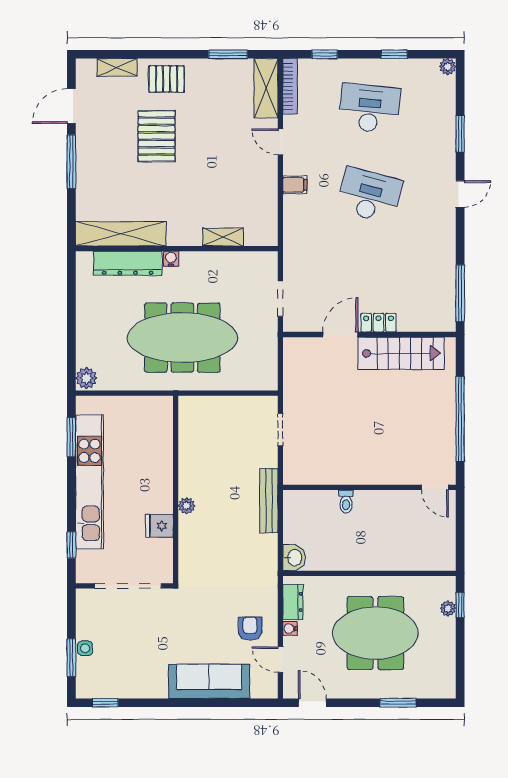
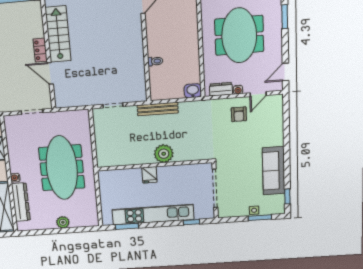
plant: (86, 378) -> (63, 222), moved
plant: (187, 506) -> (164, 154), width x1.88, depth x1.88
fridge: (159, 526) -> (149, 175), moved
armchair: (250, 629) -> (239, 114), turned -90
sofa: (209, 681) -> (274, 171), moved

